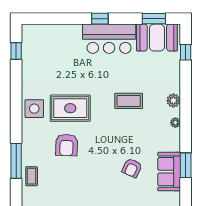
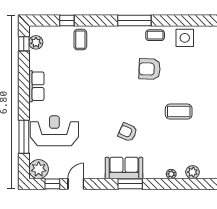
coffee table: (129, 101) -> (179, 112), moved, turned 90
rug: (70, 108) -> (185, 73), removed
coffee table: (32, 176) -> (155, 35), moved

